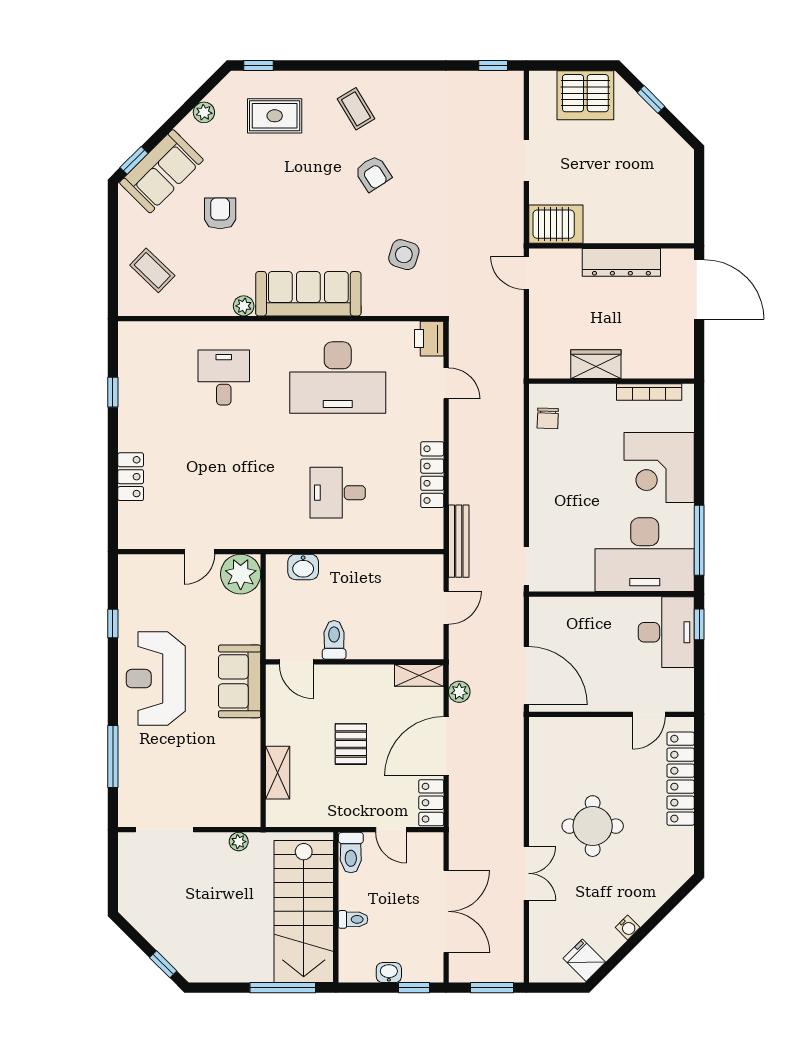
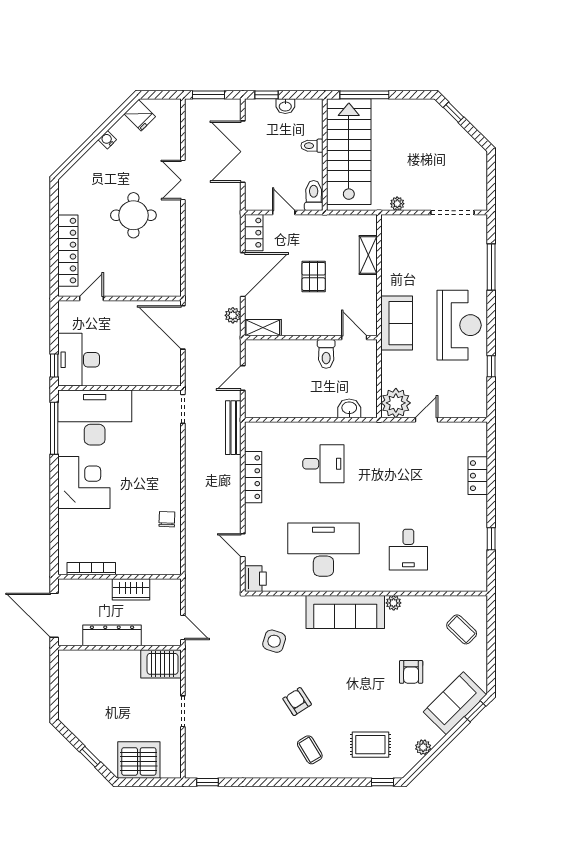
wardrobe: (596, 364) -> (131, 589), moved
wall: (611, 381) -> (119, 577), moved
bookcase: (649, 392) -> (91, 569), moved

